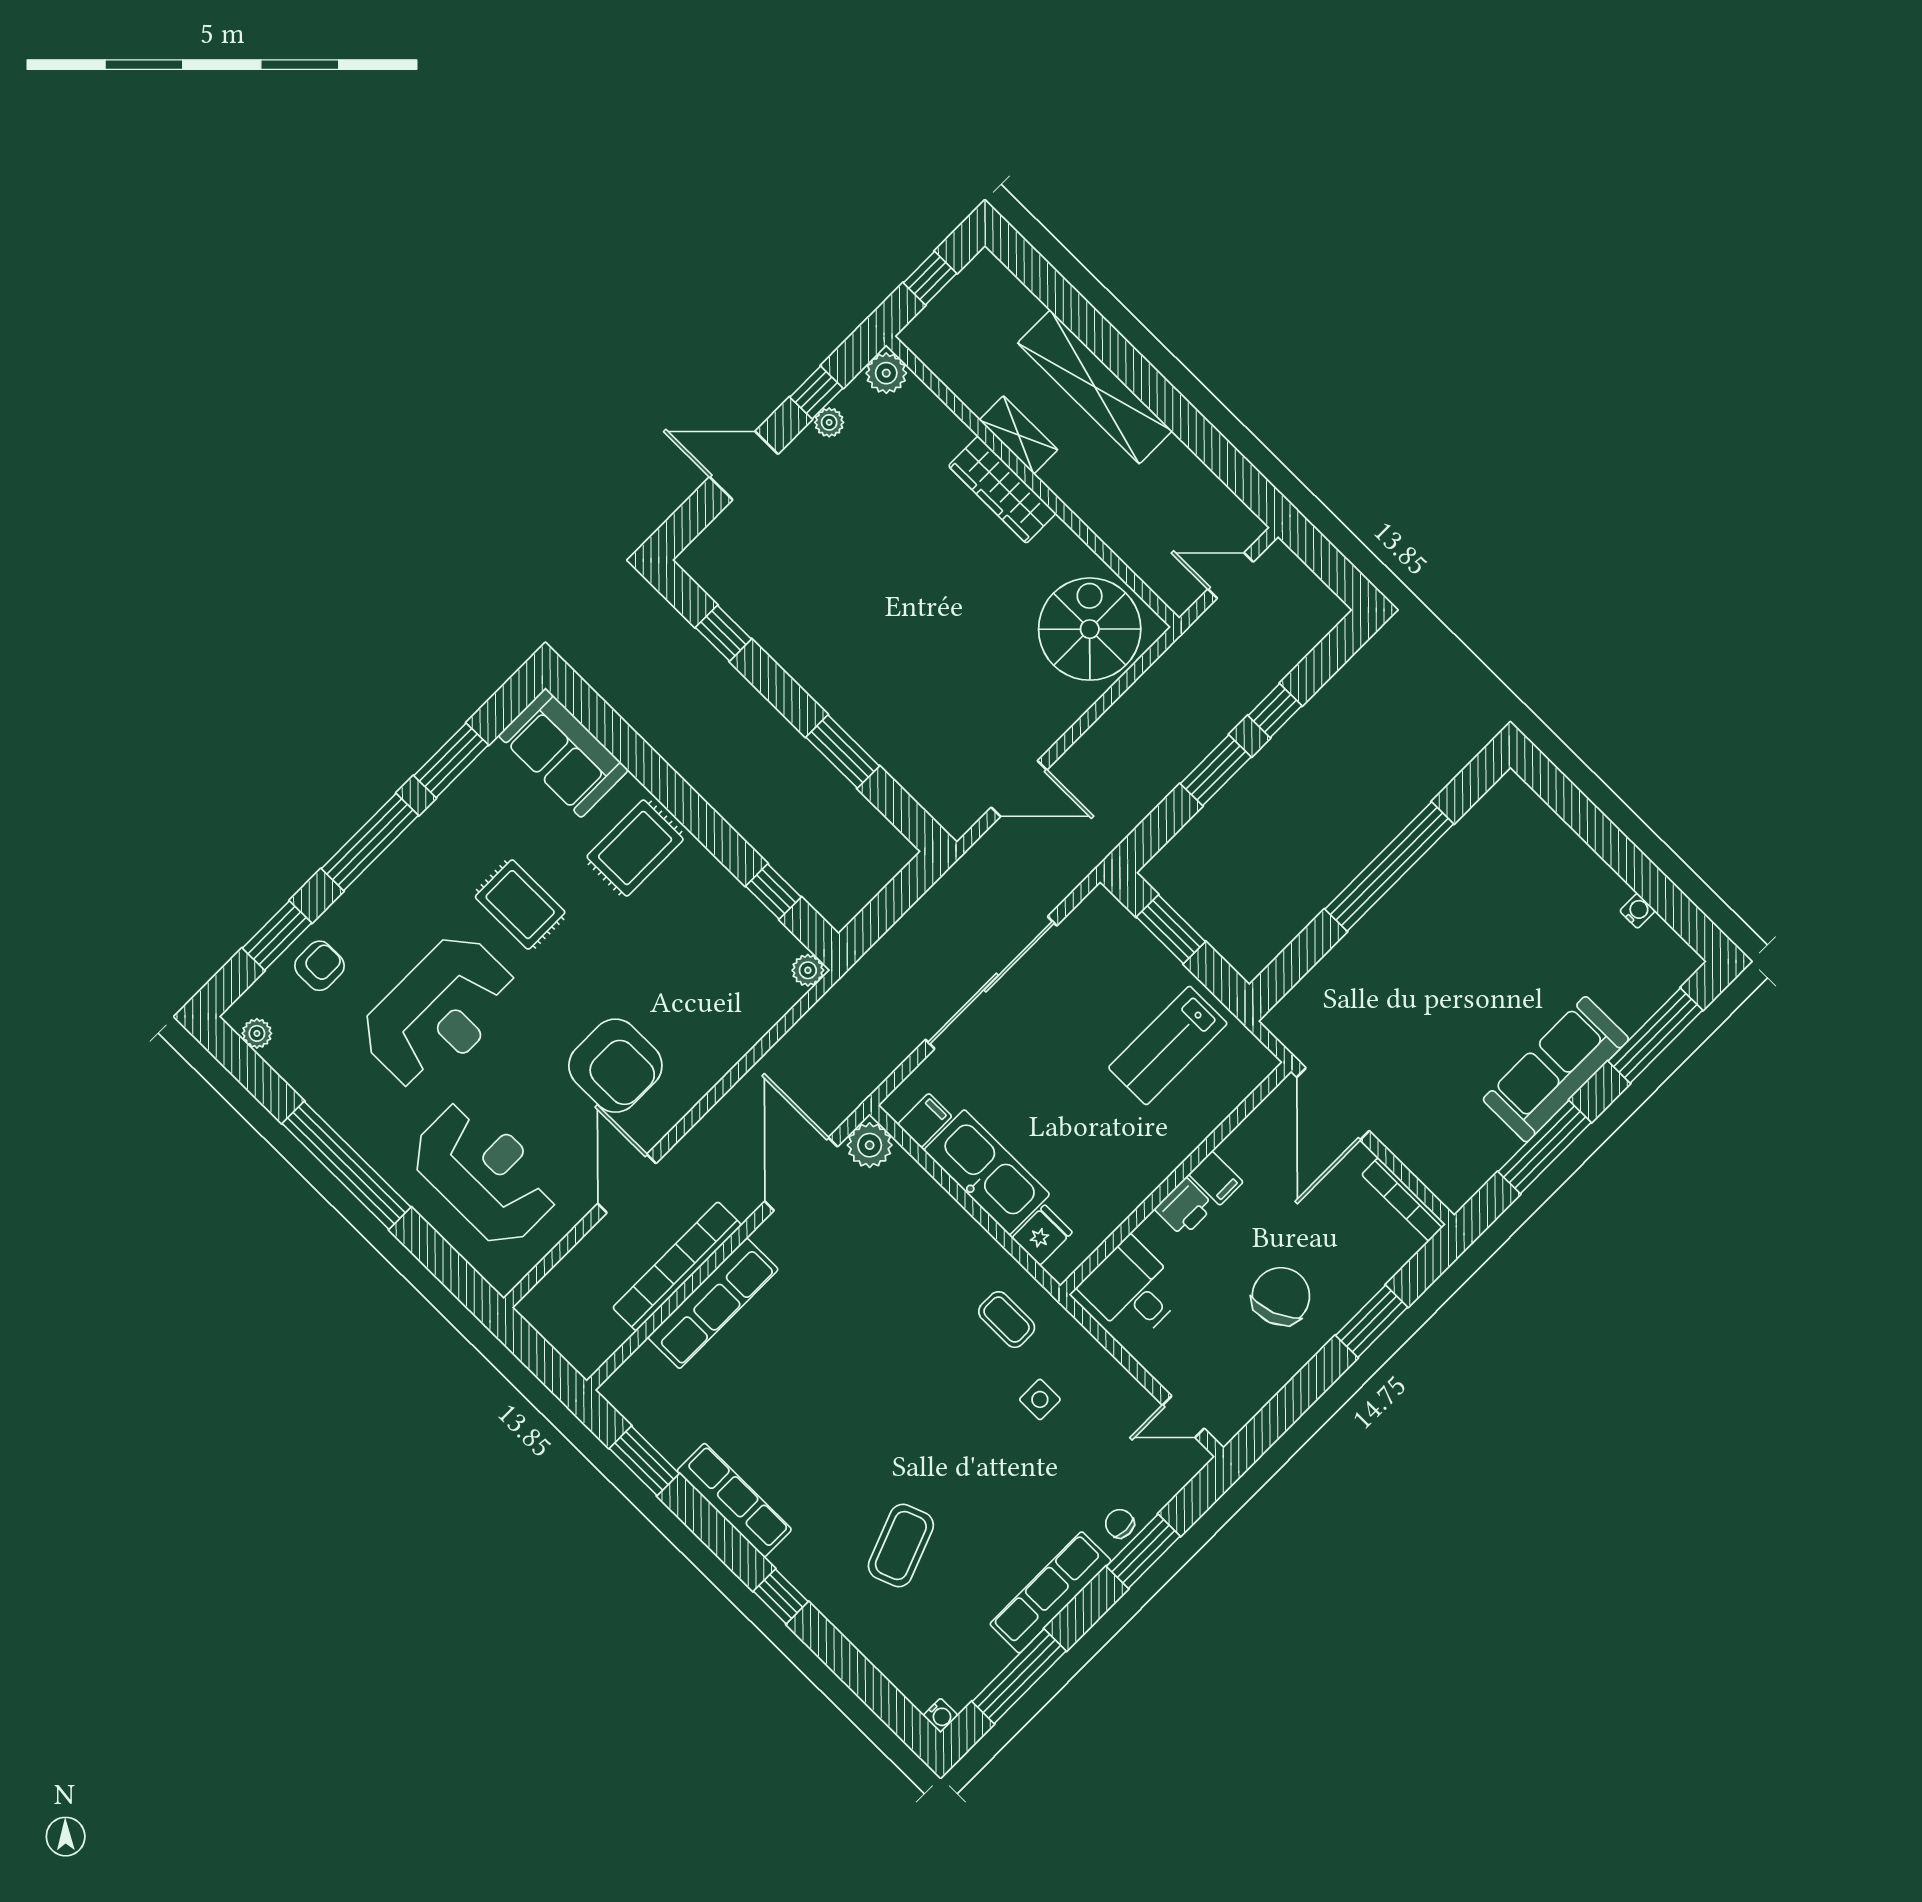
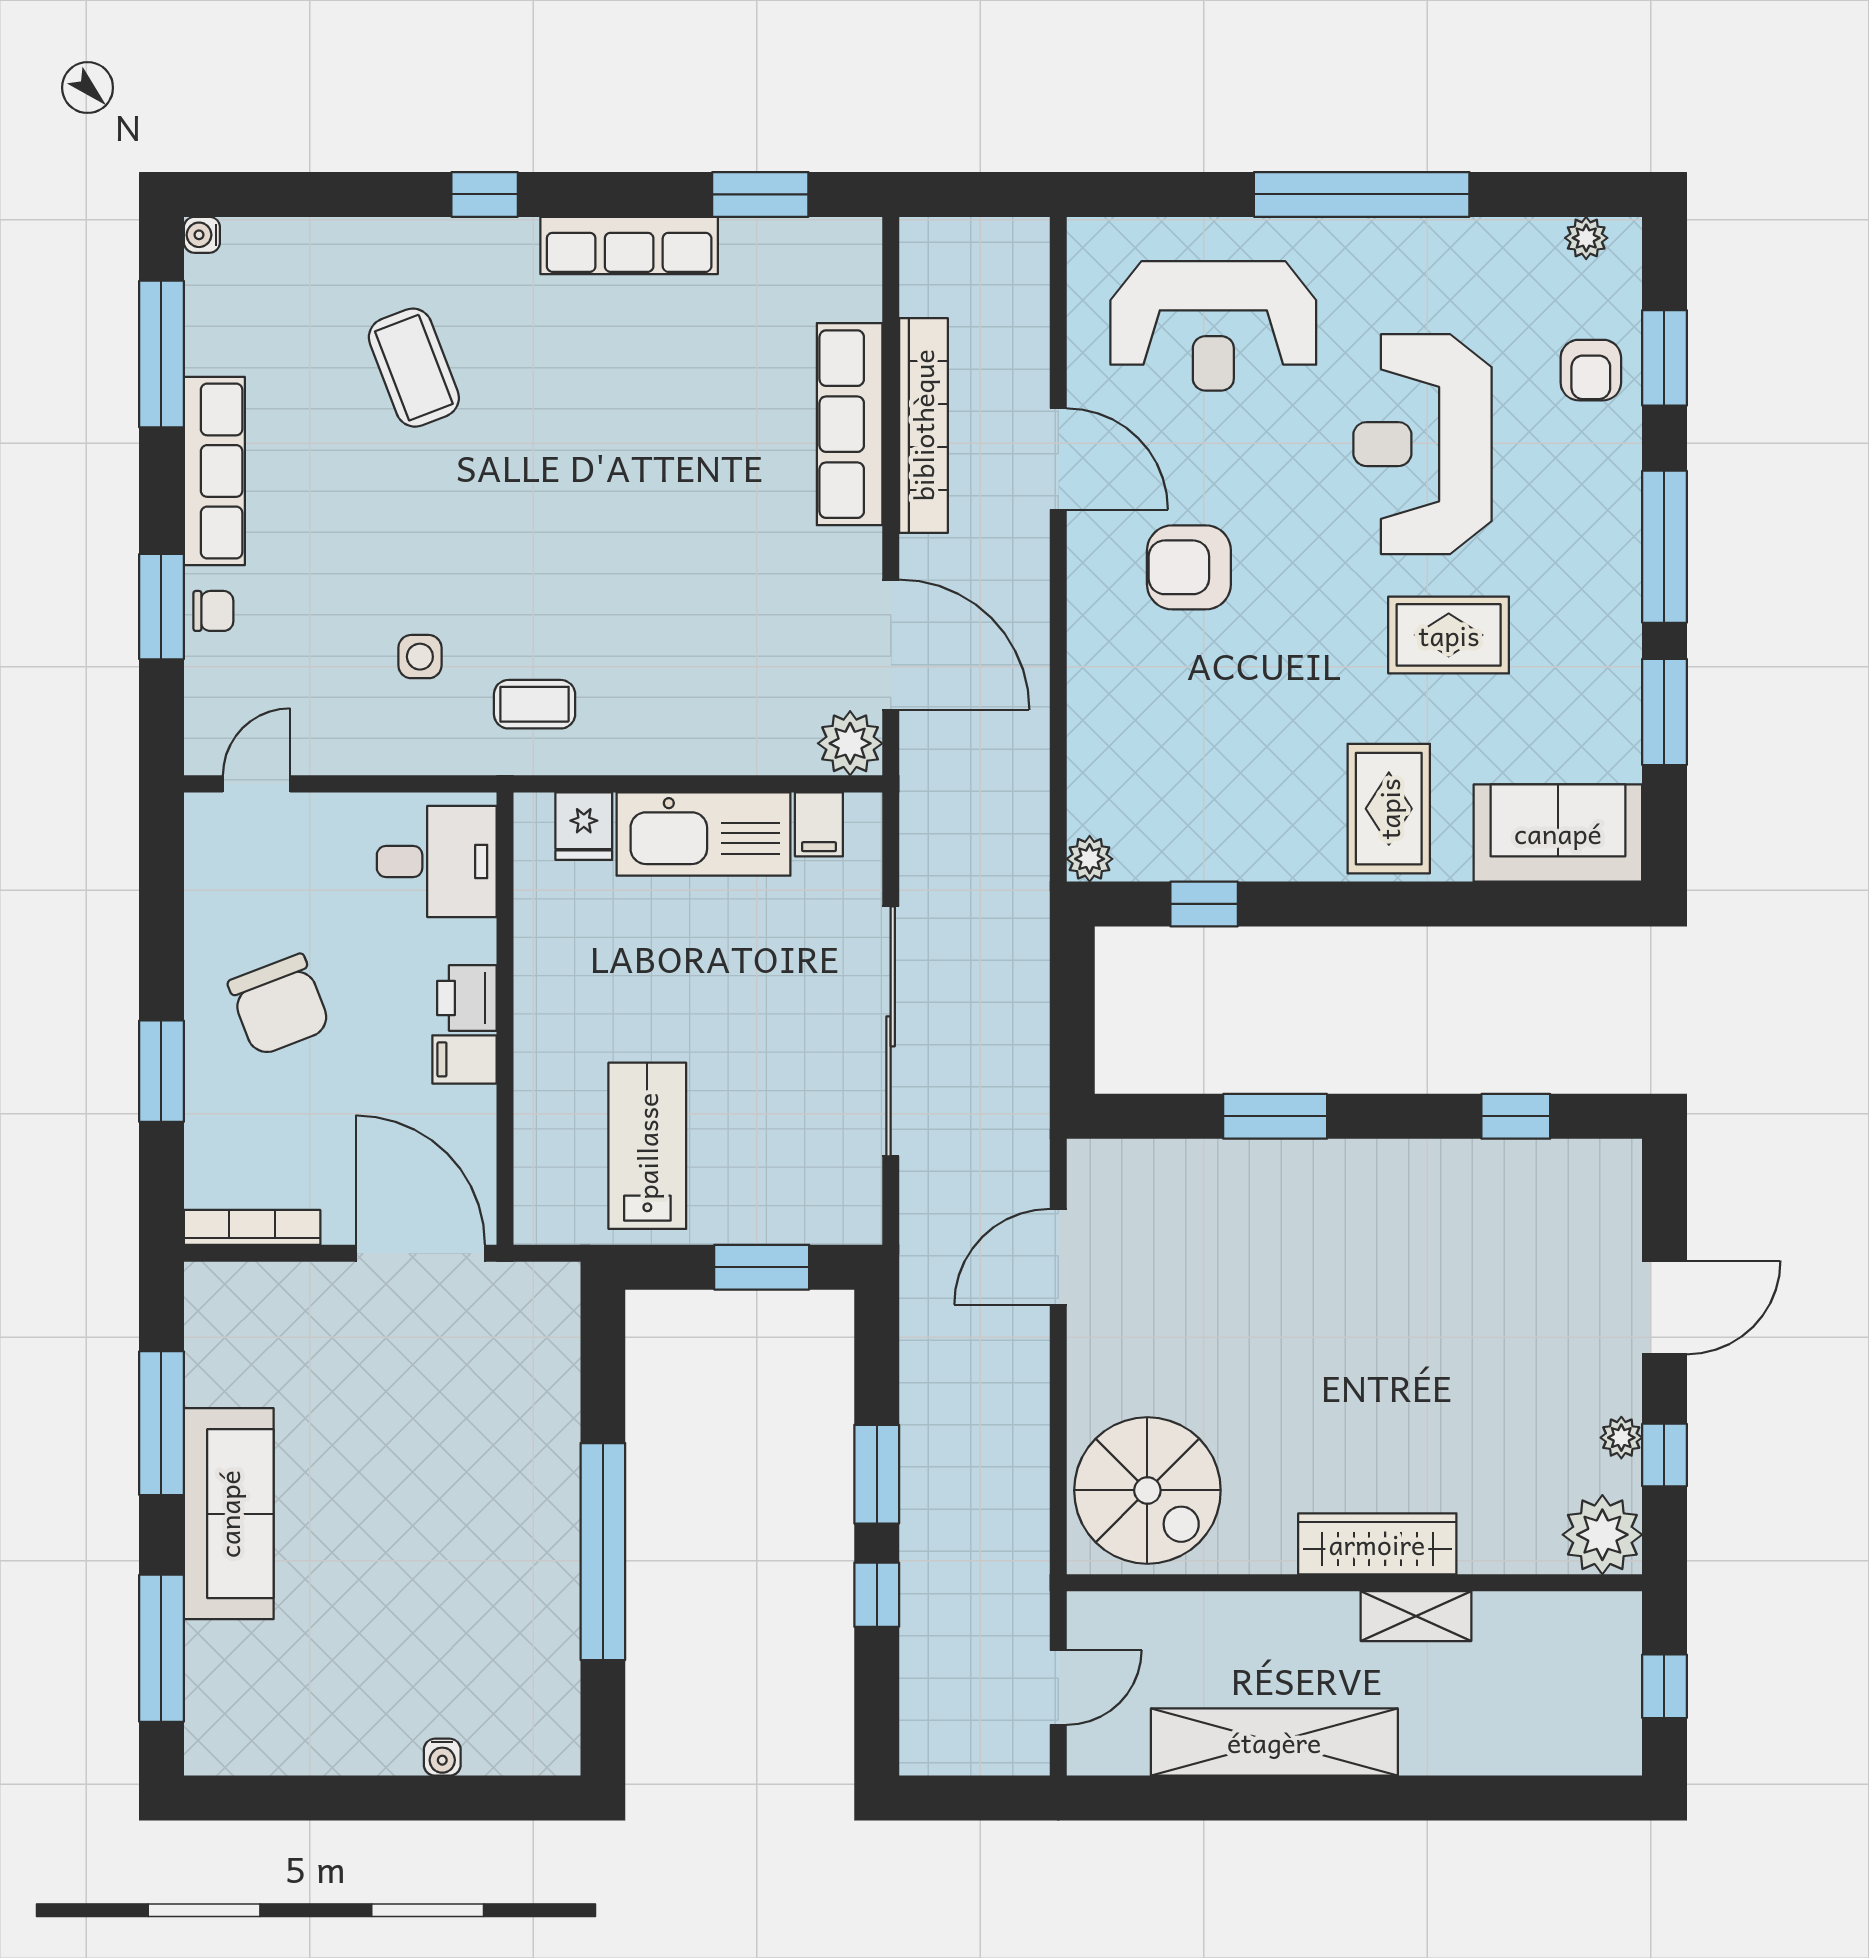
plant: (886, 373) -> (1602, 1535), width x1.36, depth x1.36
shelving: (1095, 387) -> (1274, 1742), moved
water cooler: (1637, 911) -> (442, 1757), moved
armchair: (615, 1066) -> (1189, 567), width x0.73, depth x0.73

